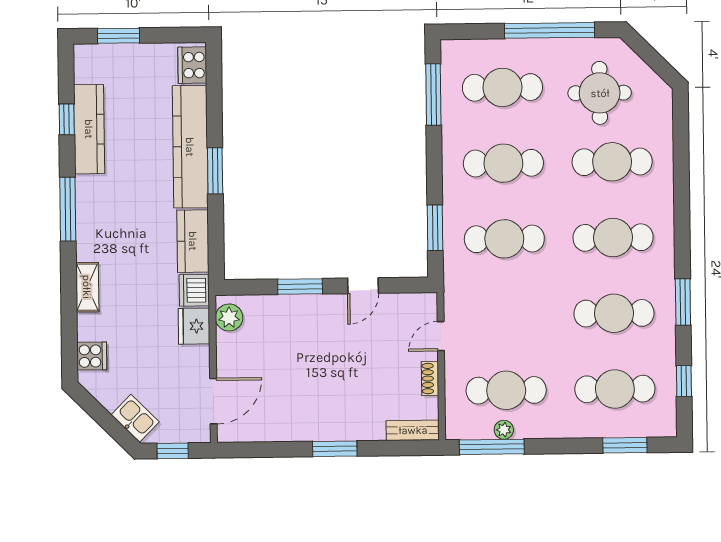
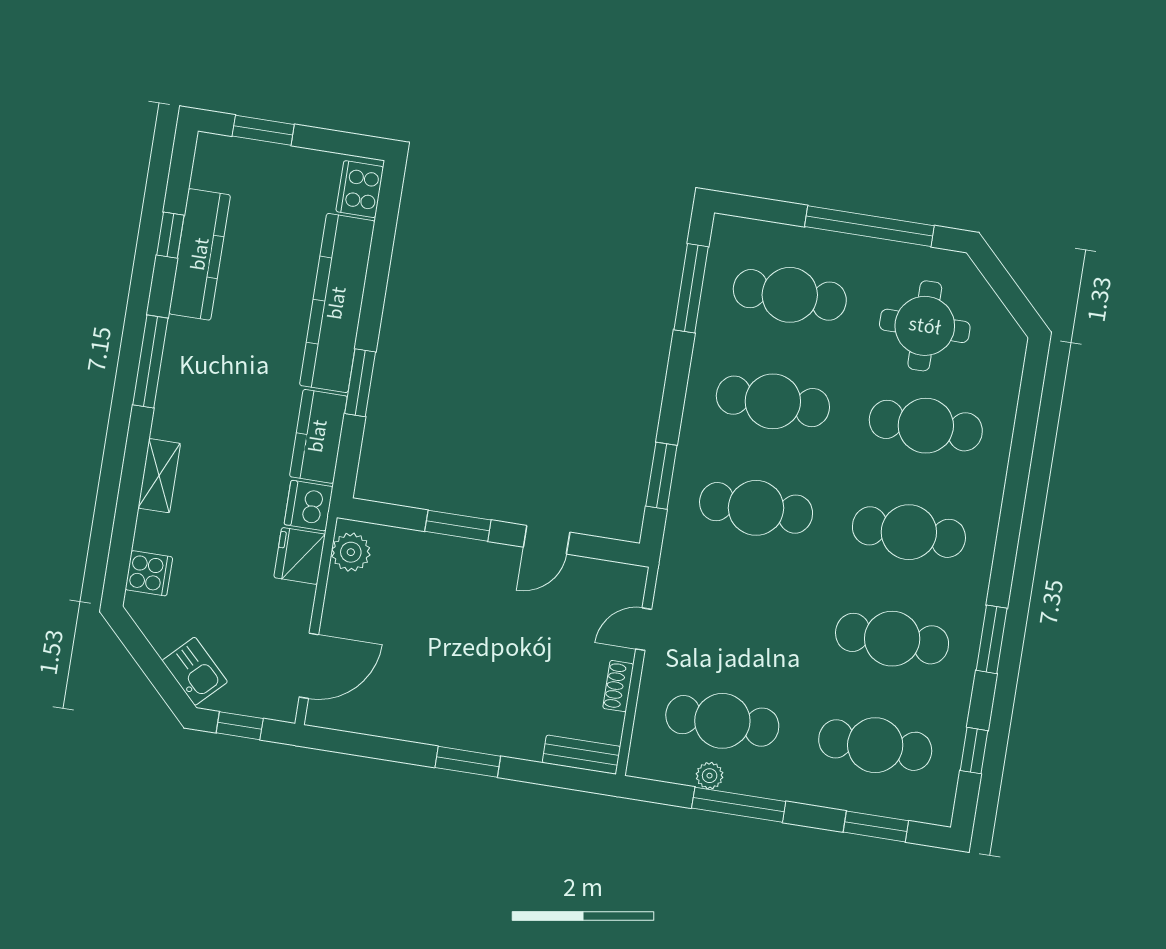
window: (215, 171) -> (360, 383), moved
window: (492, 447) -> (739, 805), moved

